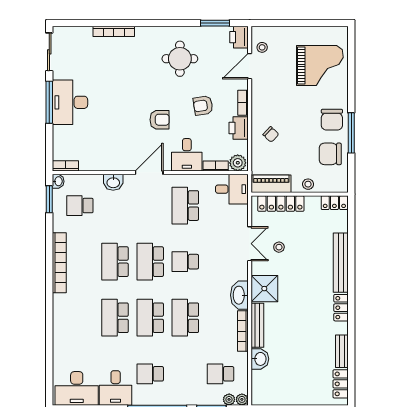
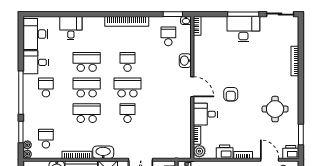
armchair: (203, 106) -> (241, 126), removed
desk: (232, 189) -> (71, 28), moved, turned 180
school desk: (185, 206) -> (168, 113), removed
school desk: (115, 262) -> (127, 62), width x0.54

